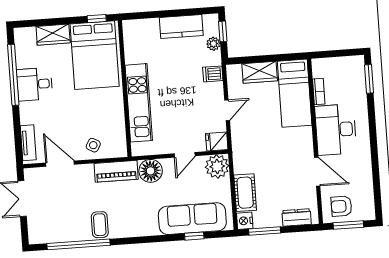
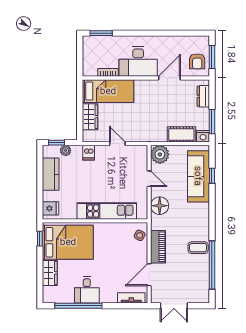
fridge: (217, 142) -> (51, 208), moved, turned -90
side table: (93, 145) -> (140, 235), moved
piano: (116, 171) -> (158, 247), moved

